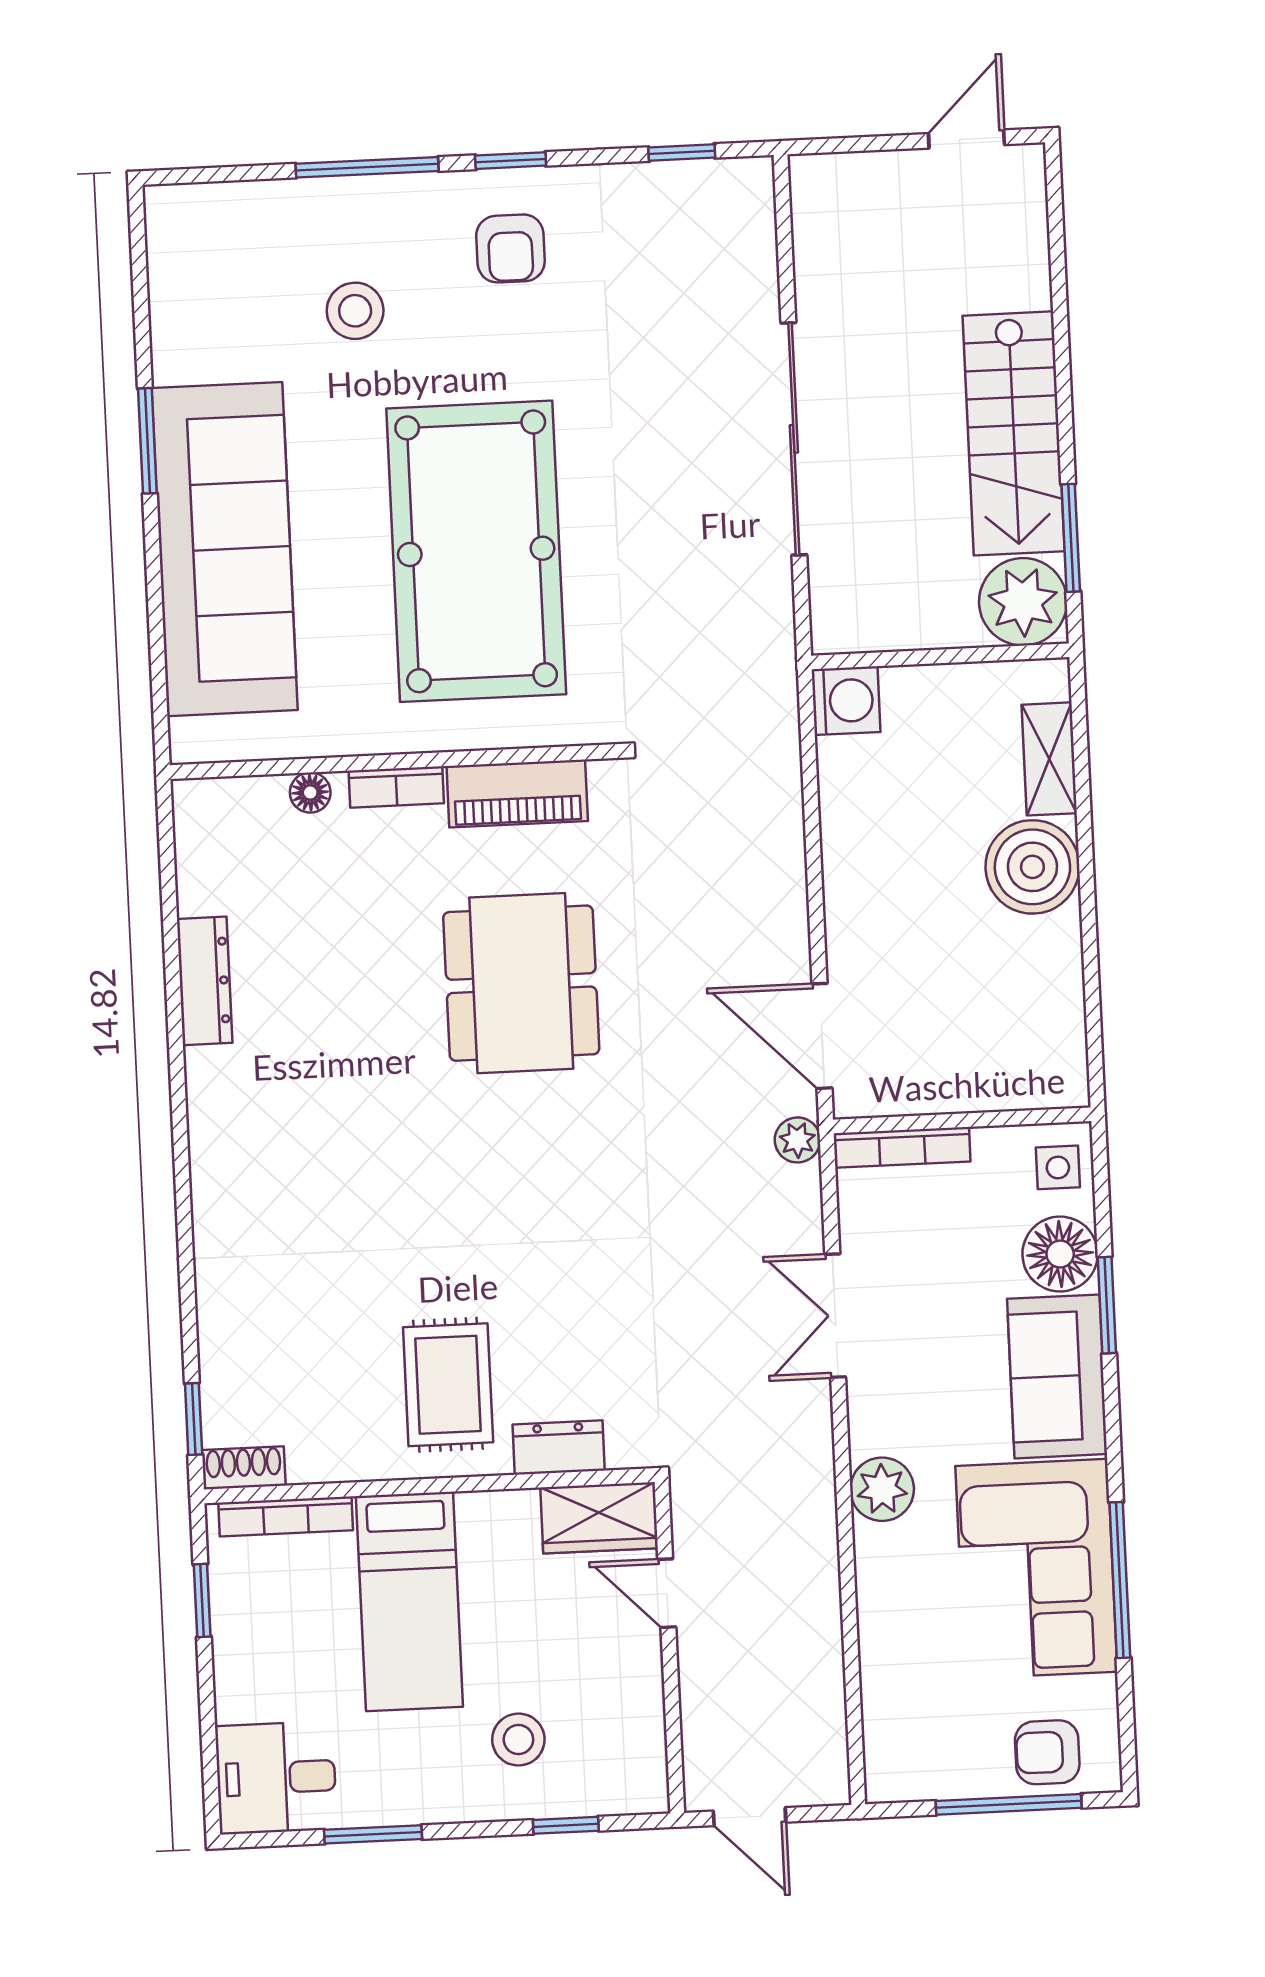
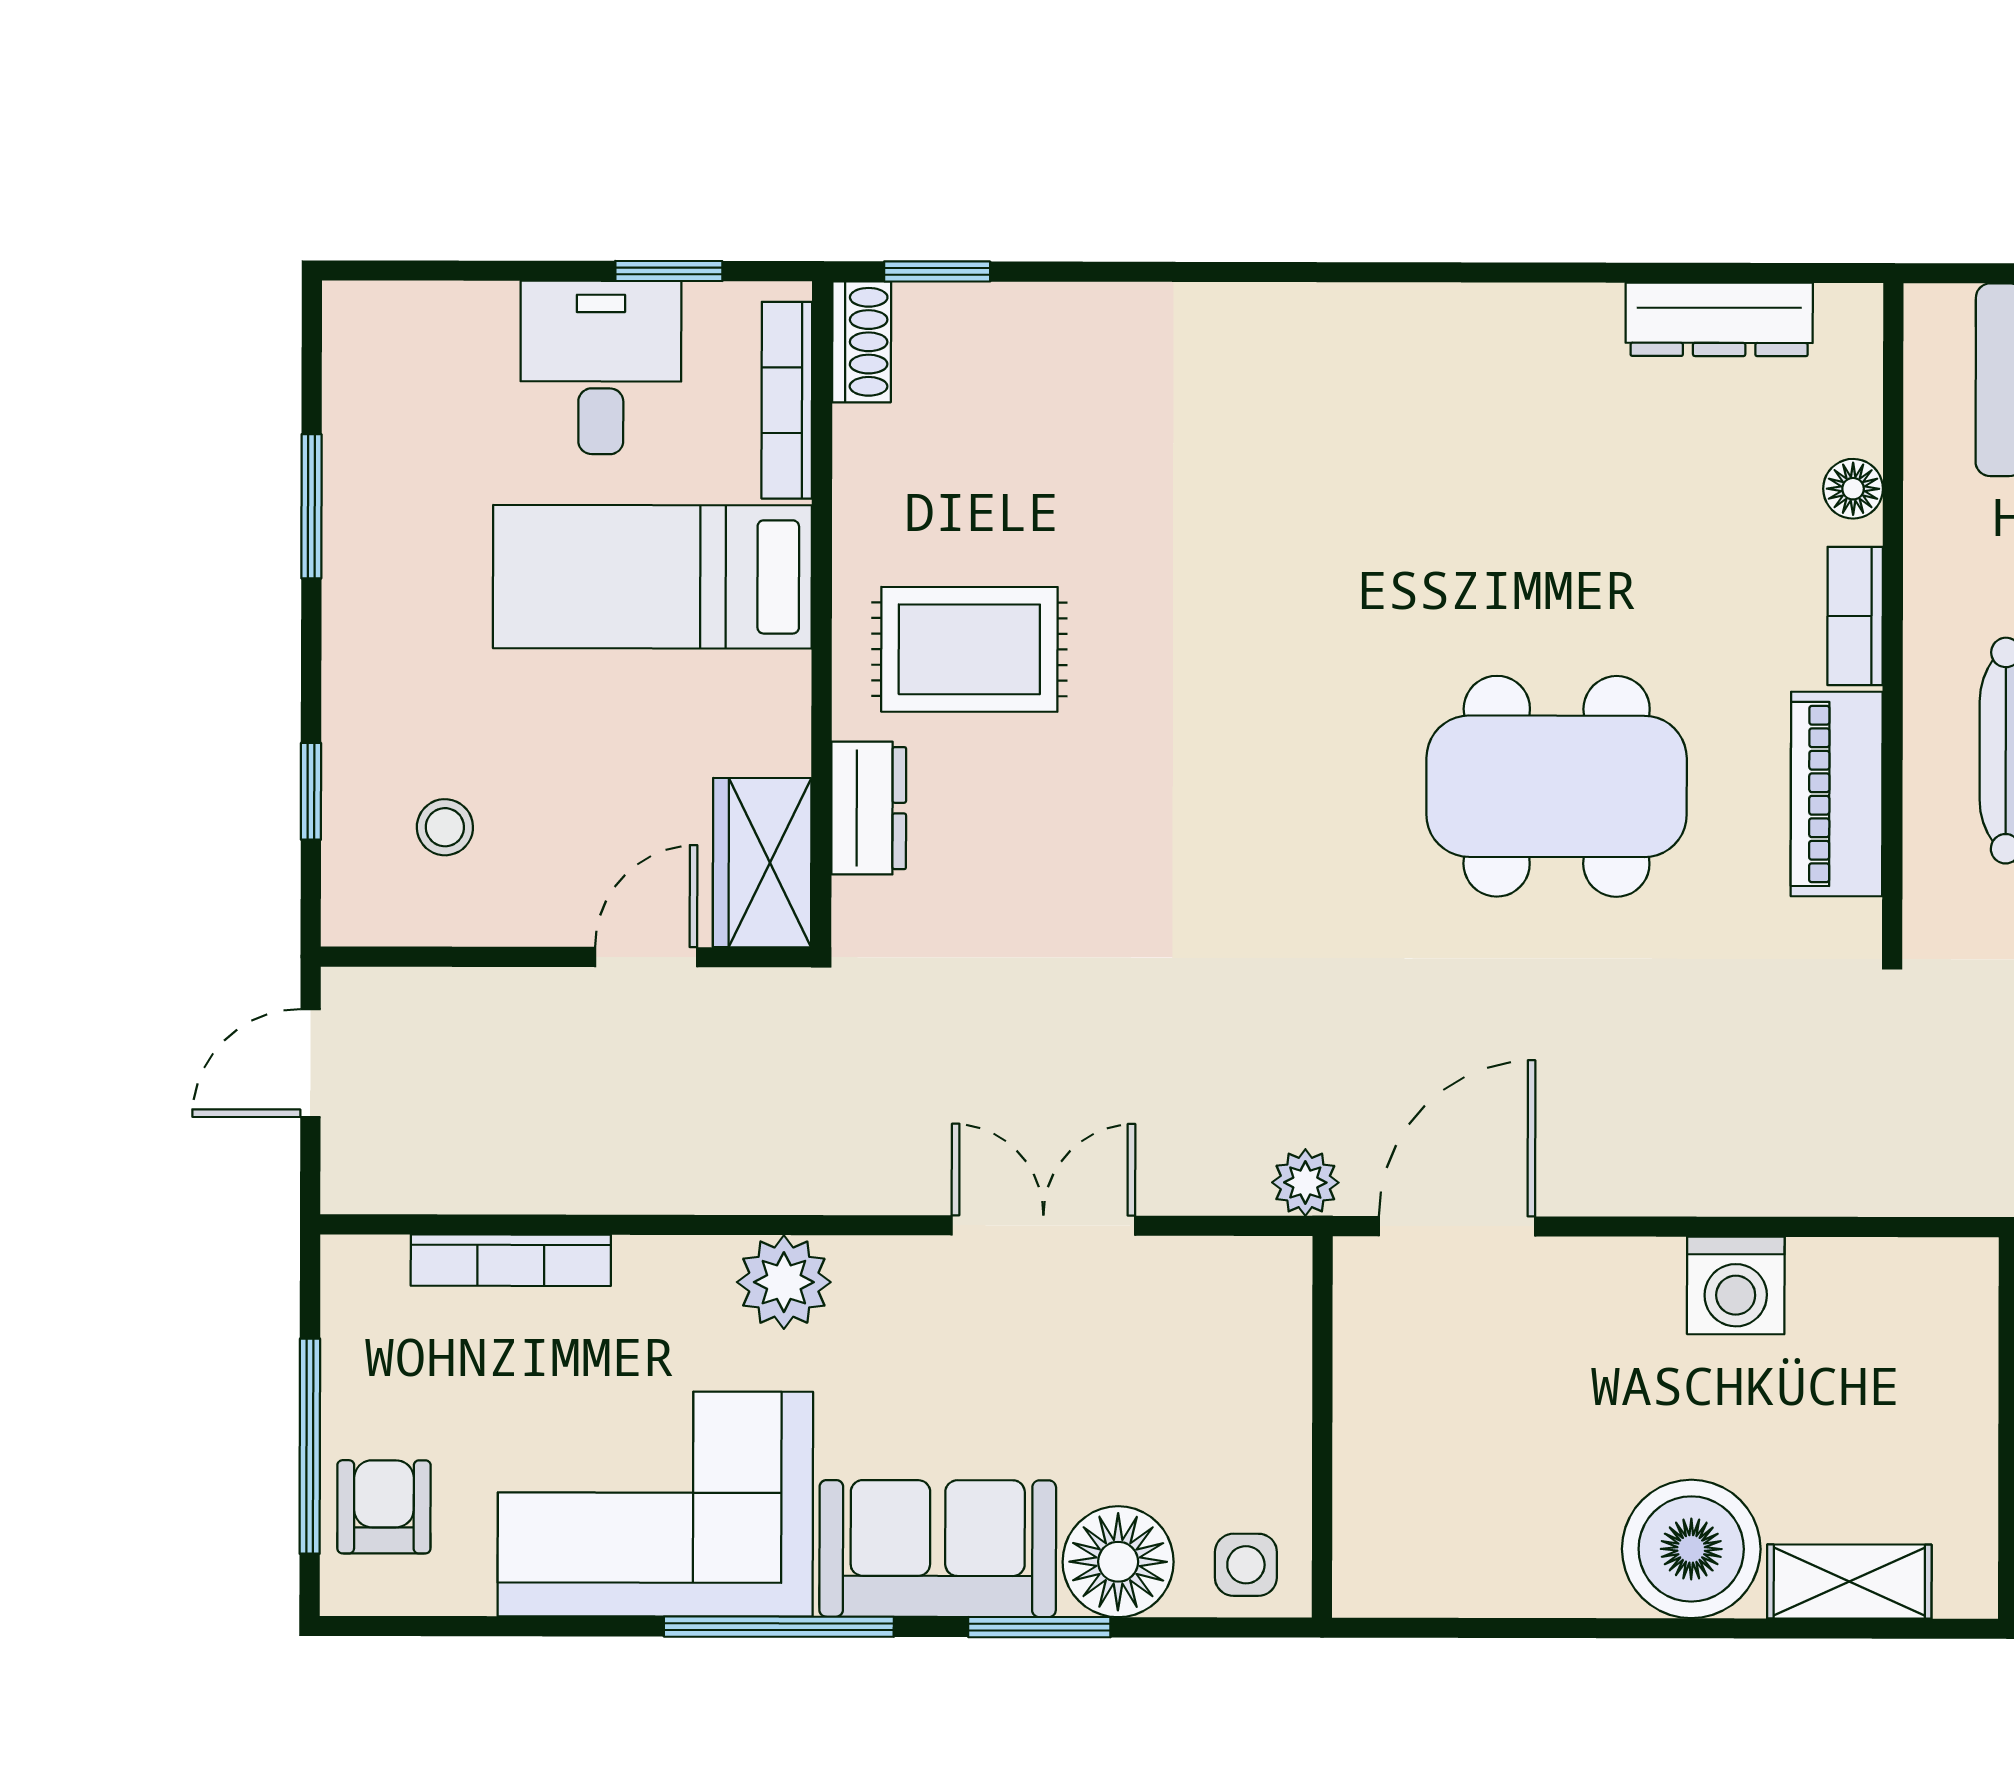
washing machine: (846, 701) -> (1736, 1285), moved
dresser: (205, 981) -> (1719, 319), moved
bookcase: (902, 1147) -> (511, 1260), moved, turned -90
window: (1120, 1580) -> (779, 1627), moved
stool: (518, 1739) -> (445, 827), moved, width x0.73, depth x0.73
desk: (276, 1778) -> (601, 368), moved

